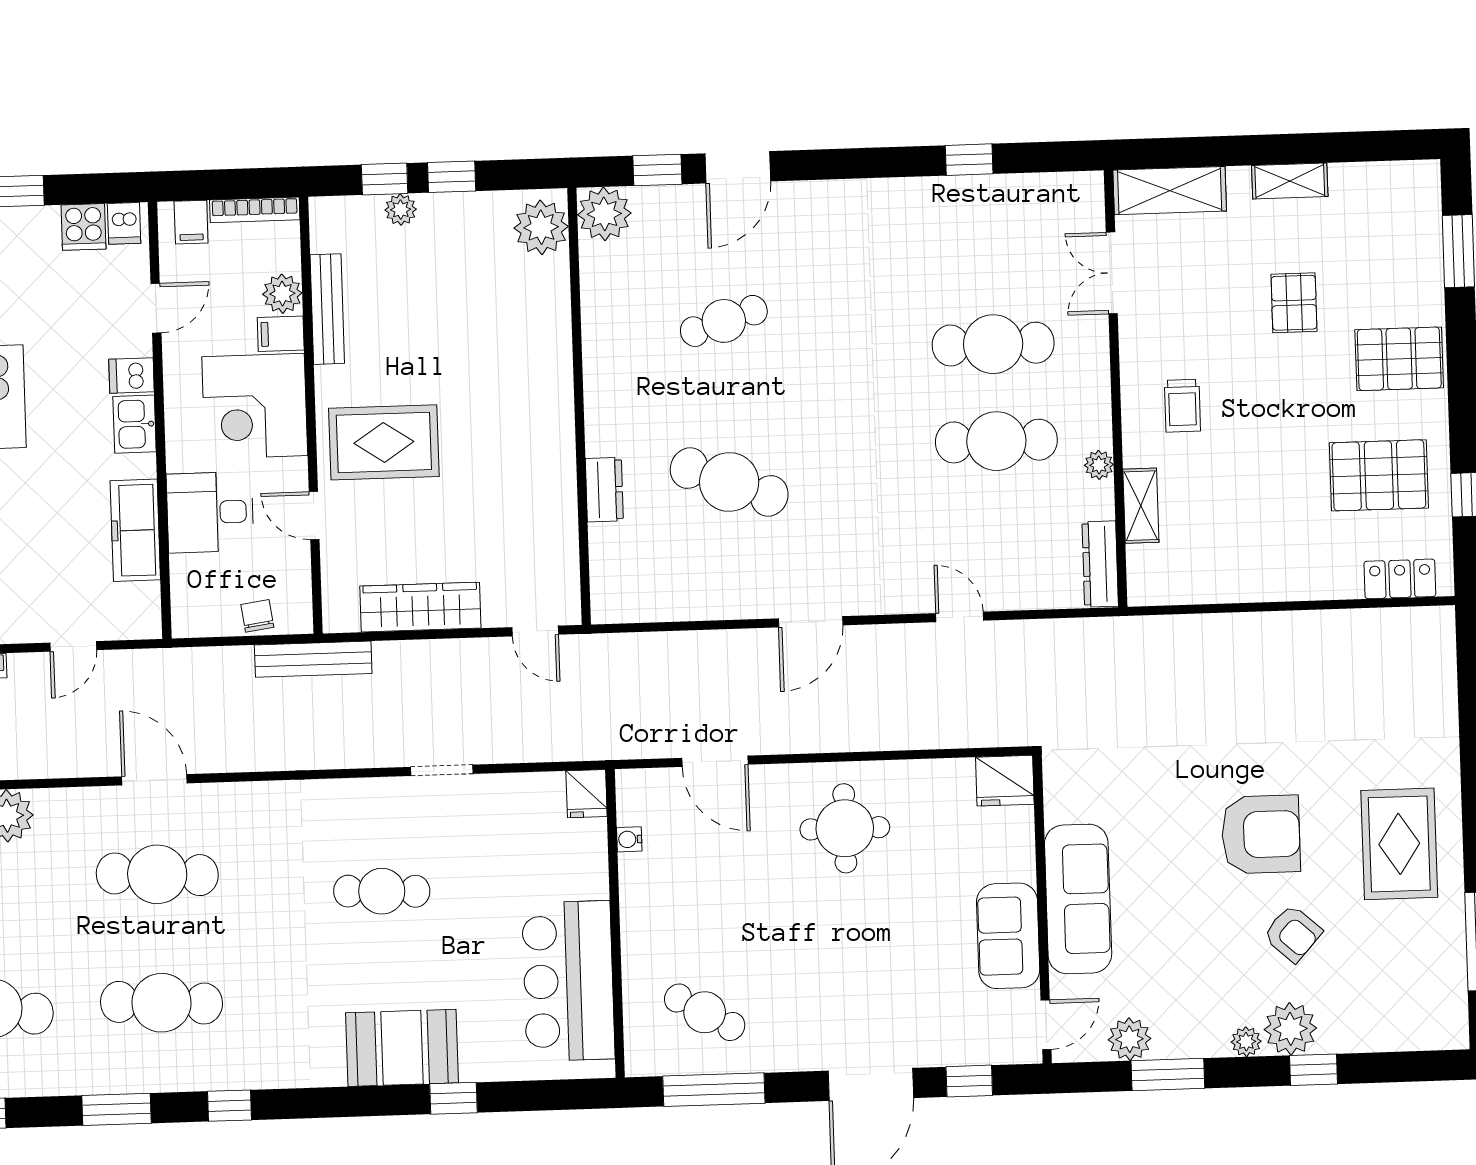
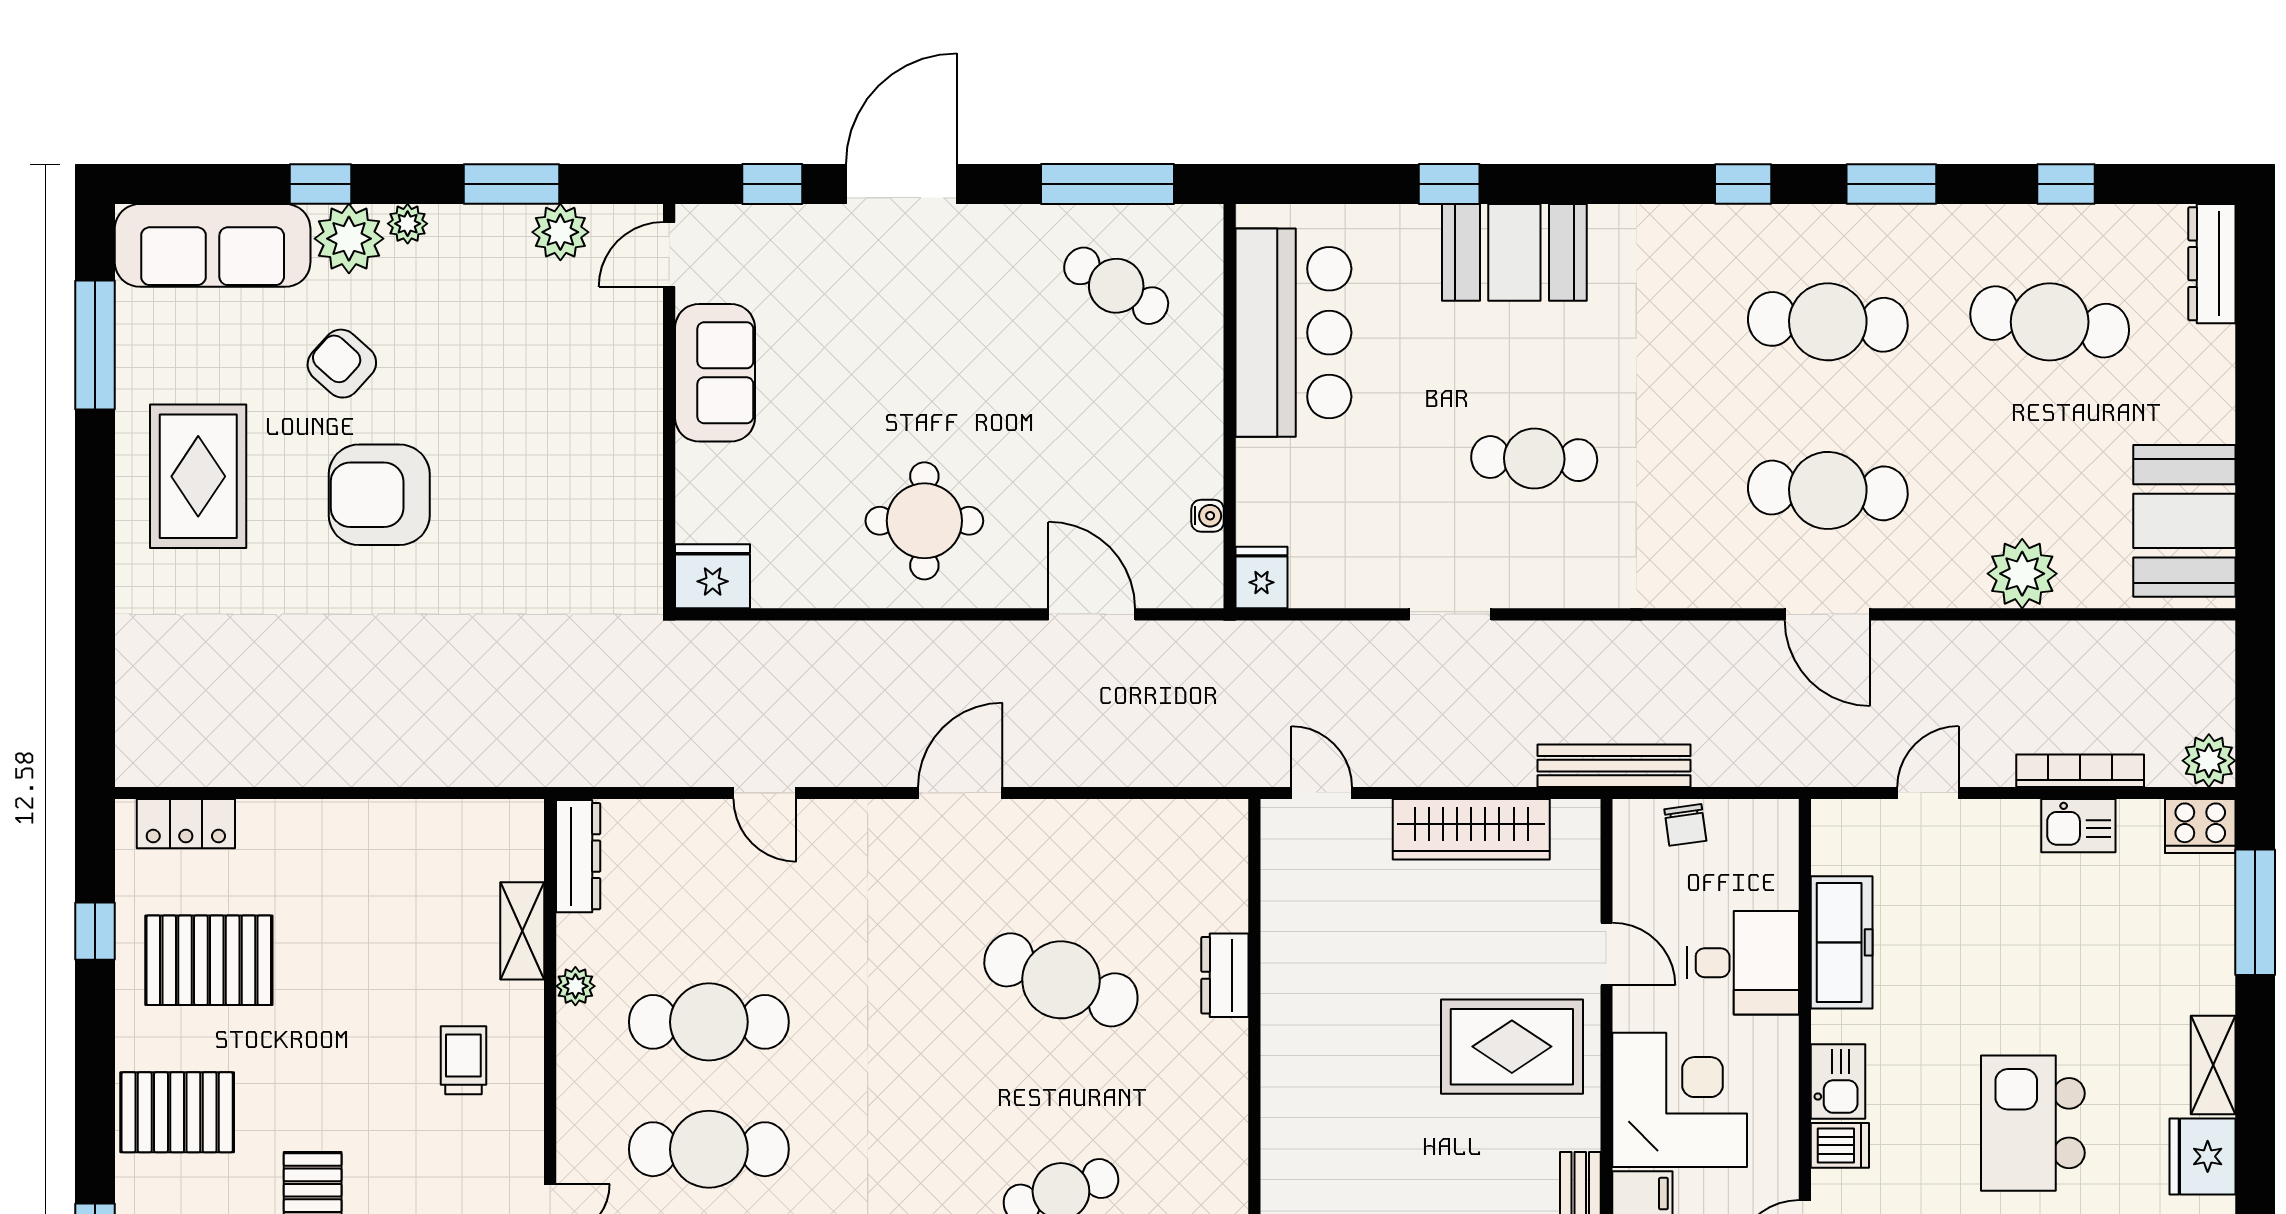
sofa: (1078, 899) -> (213, 245), moved, turned -90

